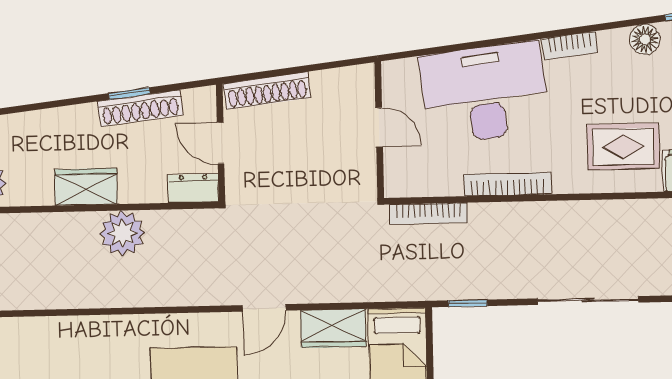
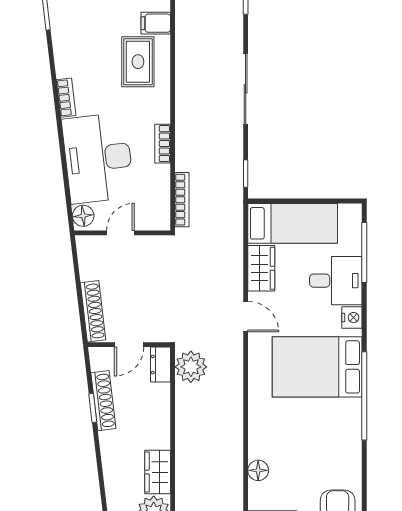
floor lamp: (645, 39) -> (83, 216), moved
bookcase: (507, 184) -> (163, 144), width x0.64
wardrobe: (86, 187) -> (158, 472), moved
plant: (122, 233) -> (191, 367), moved
floor lamp: (46, 331) -> (258, 470), added

